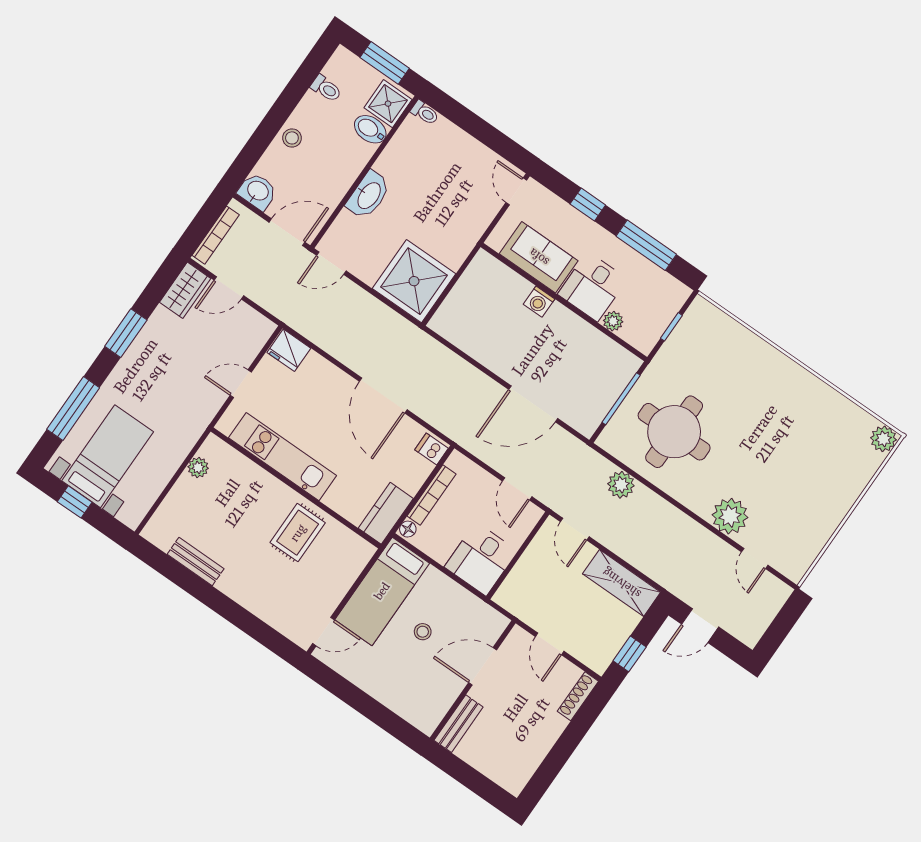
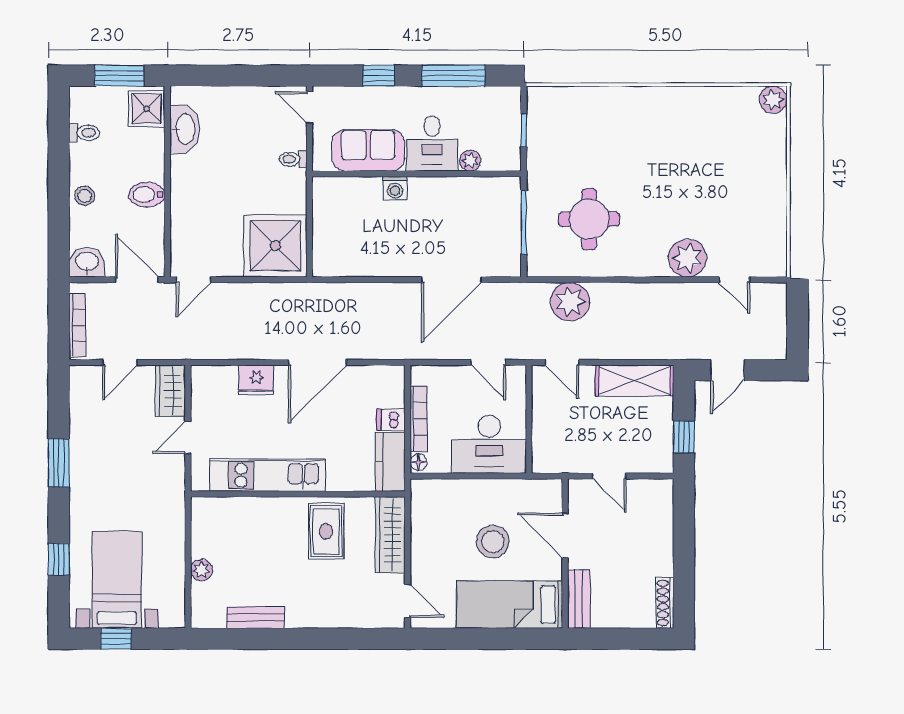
toilet: (425, 113) -> (293, 159), moved, turned 180
bidet: (370, 129) -> (147, 195), moved
washbasin: (368, 195) -> (185, 129), moved
door: (287, 232) -> (137, 280), hinge flipped
wardrobe: (185, 290) -> (170, 391), moved, turned 180
fridge: (289, 350) -> (256, 380), moved
door: (383, 395) -> (317, 362), hinge flipped
window: (73, 409) -> (59, 559), width x0.46
round table: (674, 432) -> (589, 219), width x0.73, depth x0.73
dishwasher: (431, 449) -> (391, 420), moved
plant: (198, 467) -> (201, 570), moved
plant: (621, 485) -> (570, 302), width x1.36, depth x1.36
desk: (481, 559) -> (489, 444), width x1.37
wardrobe: (346, 570) -> (390, 535), added
bed: (382, 591) -> (510, 605), moved, turned 90
door: (323, 632) -> (407, 601), hinge flipped
stool: (423, 632) -> (493, 542), width x1.89, depth x1.89
door: (483, 666) -> (565, 535), hinge flipped
shoe rack: (578, 696) -> (665, 603), moved

